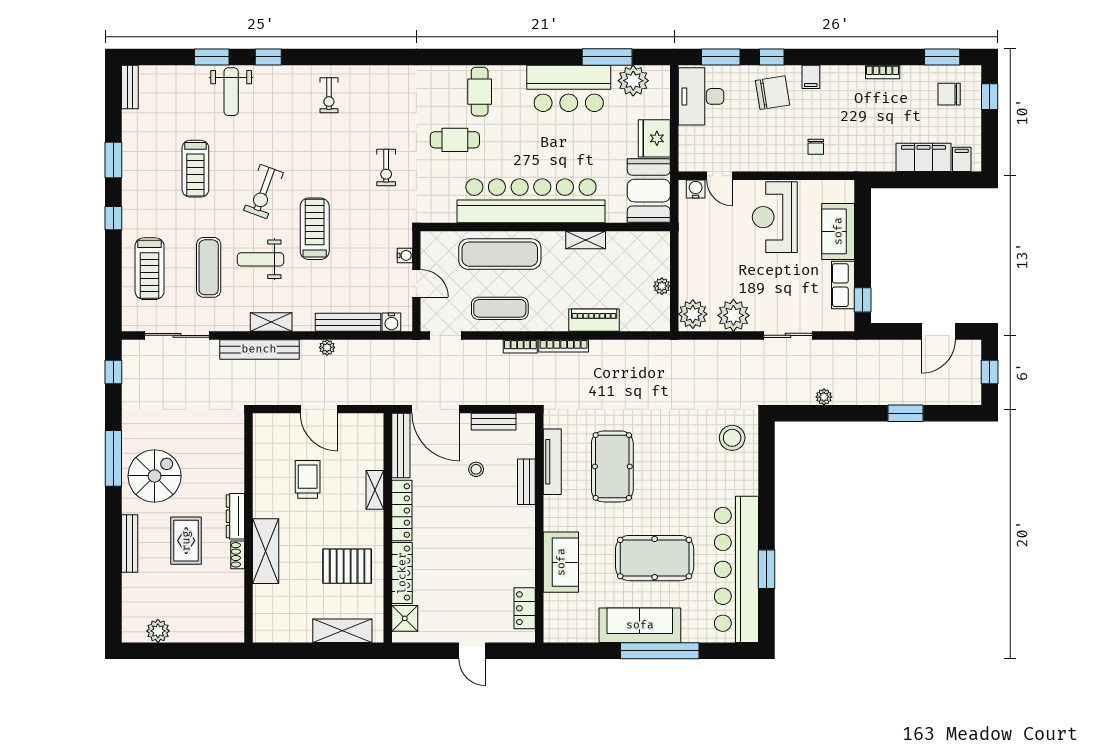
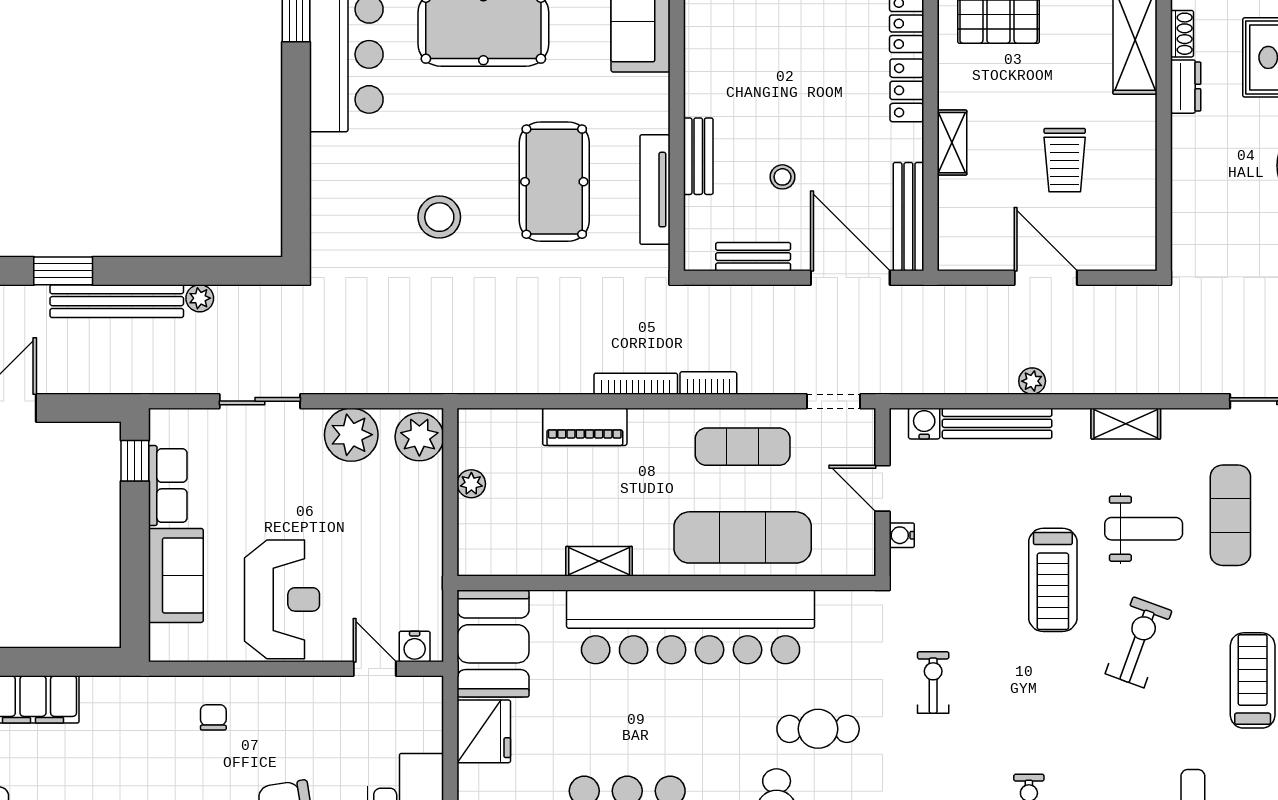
bench: (259, 349) -> (117, 301), moved
stool: (732, 438) -> (439, 217), moved
locker: (402, 511) -> (907, 90), width x0.66
dresser: (235, 516) -> (1186, 87), width x0.70

